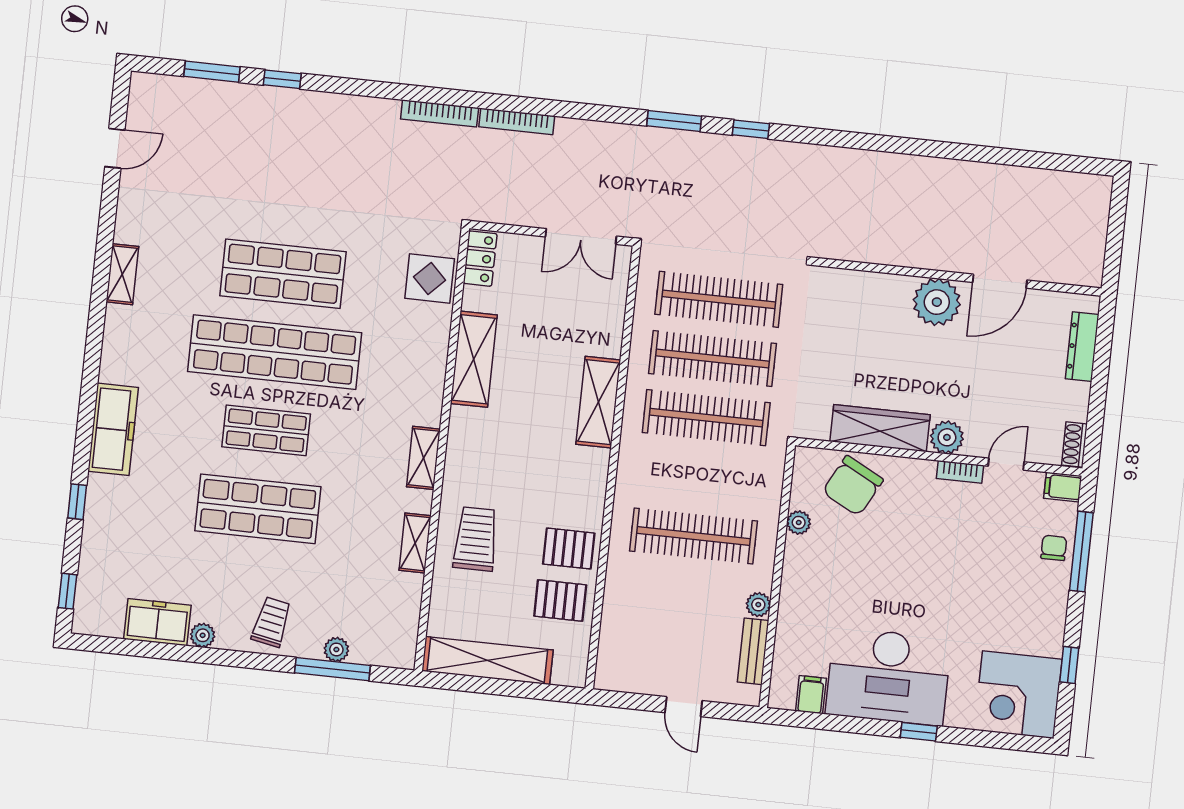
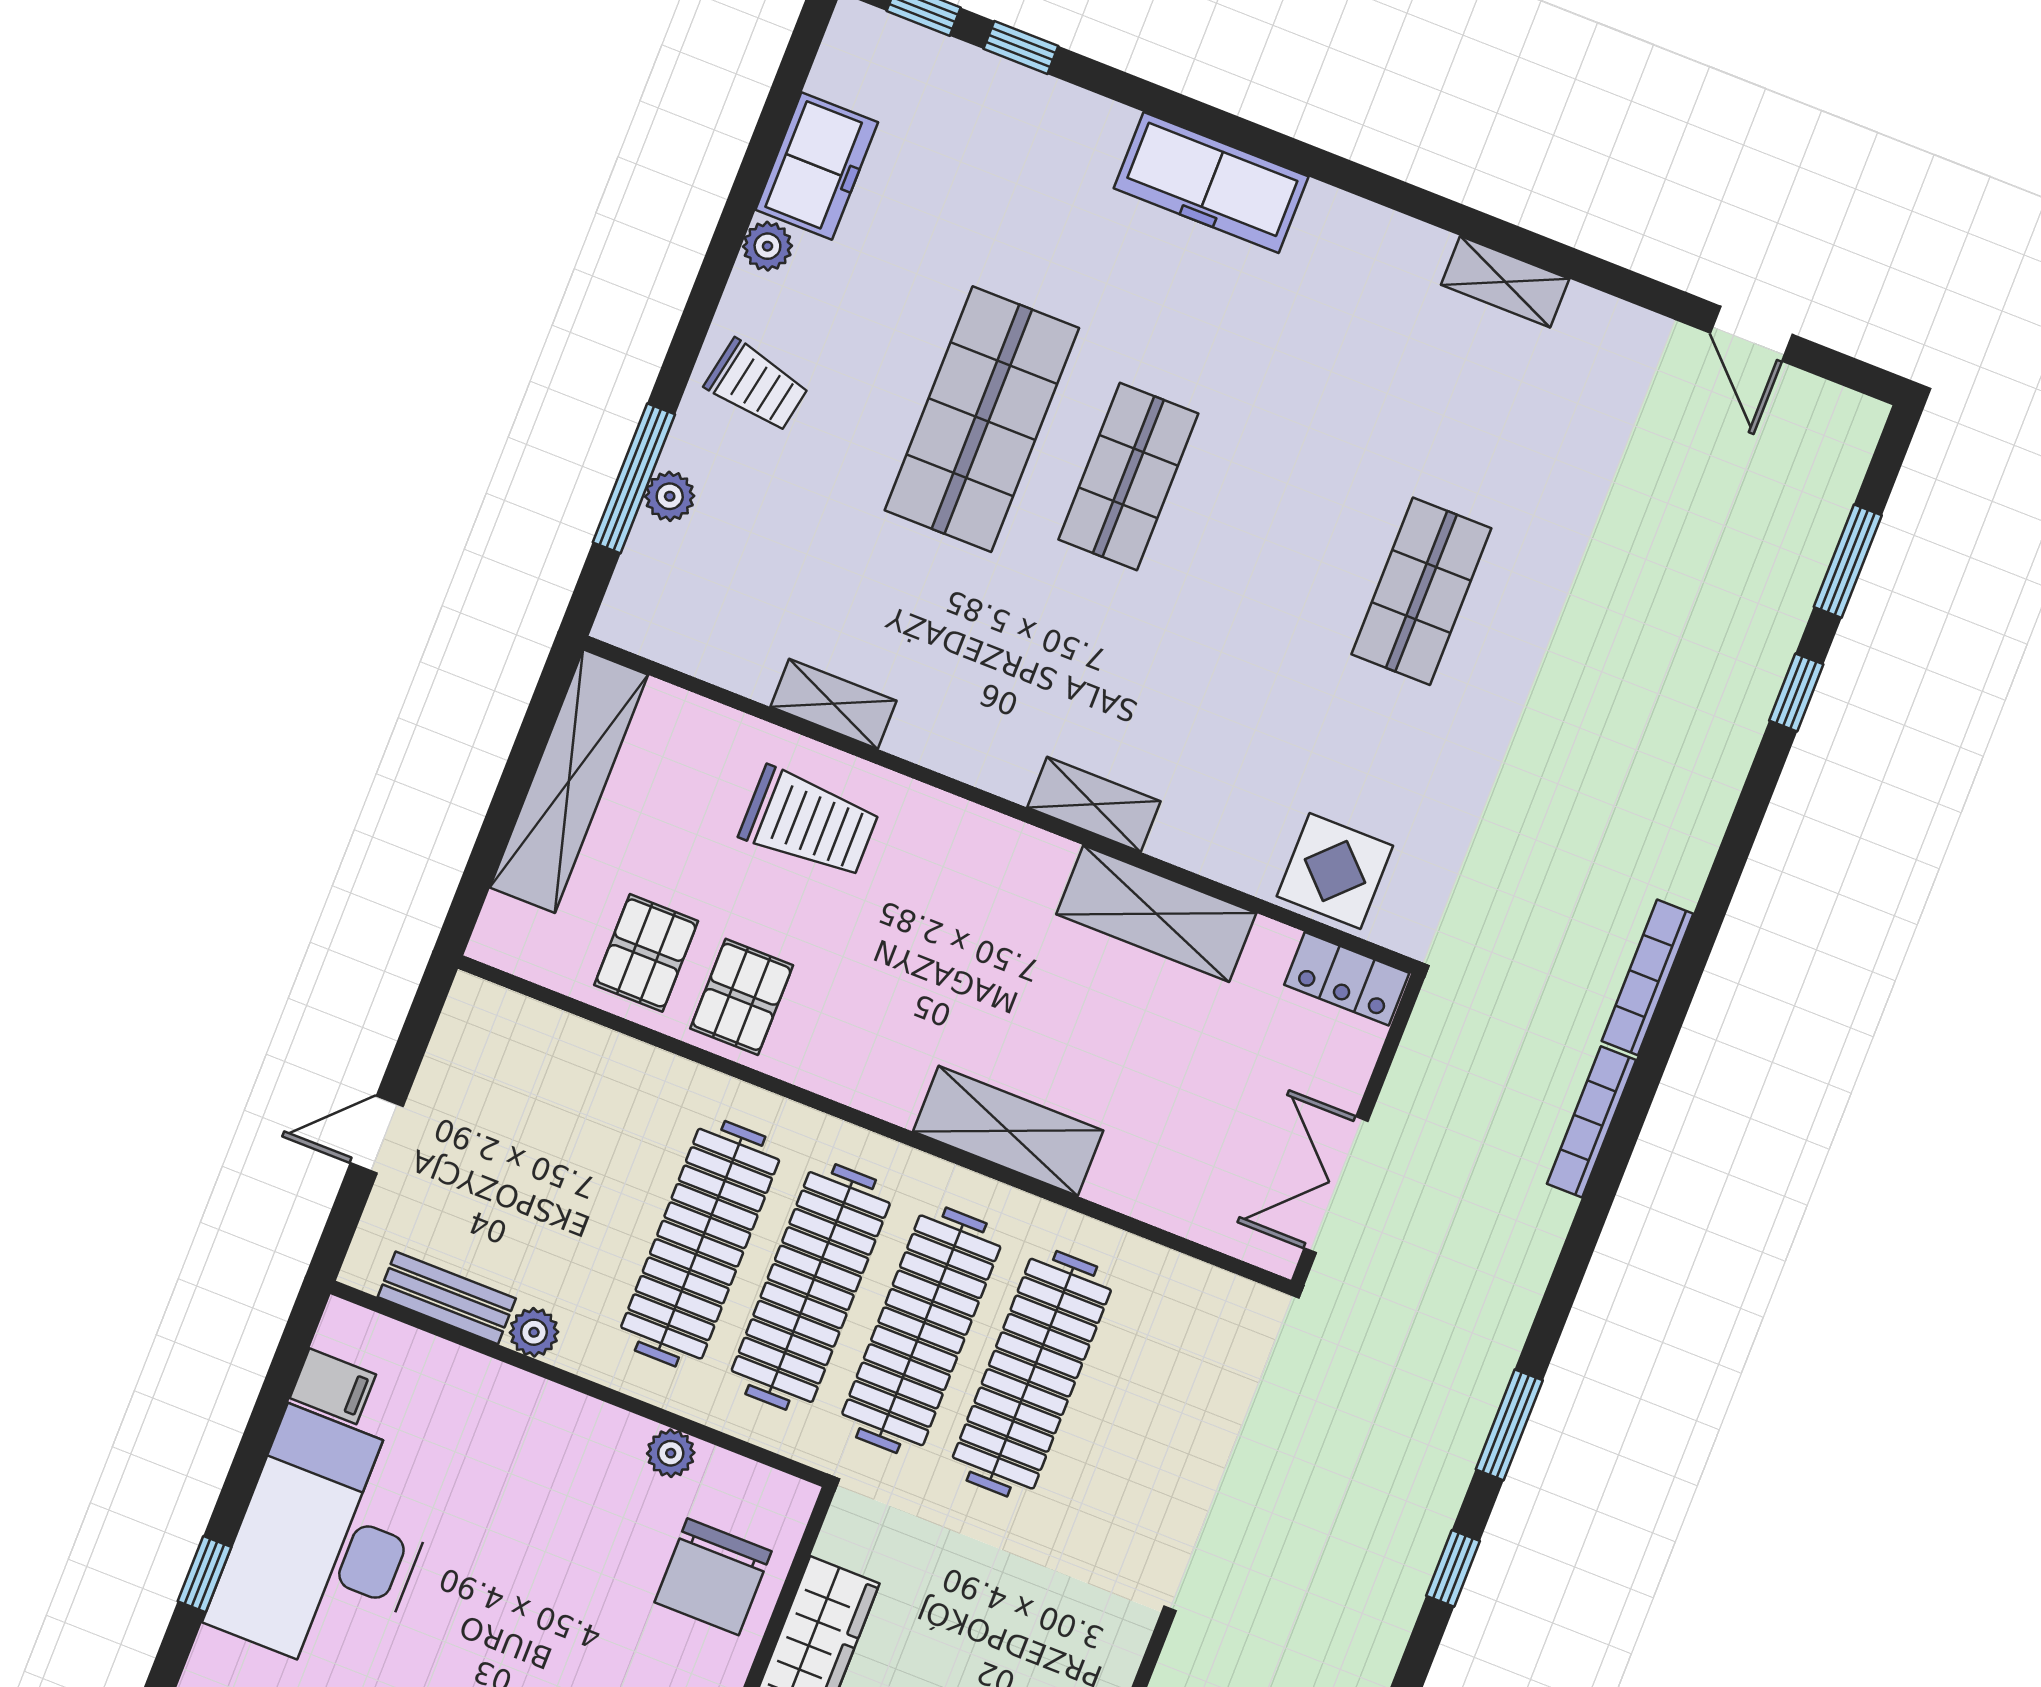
shop shelf: (283, 274) -> (1421, 591), width x0.70, depth x0.74
clothes rail: (719, 299) -> (811, 1287), moved
shop shelf: (275, 352) -> (1275, 534), removed
shelving: (423, 458) -> (1094, 804), moved
chair: (853, 486) -> (713, 1577), turned -118
window: (77, 502) -> (1021, 47), moved

